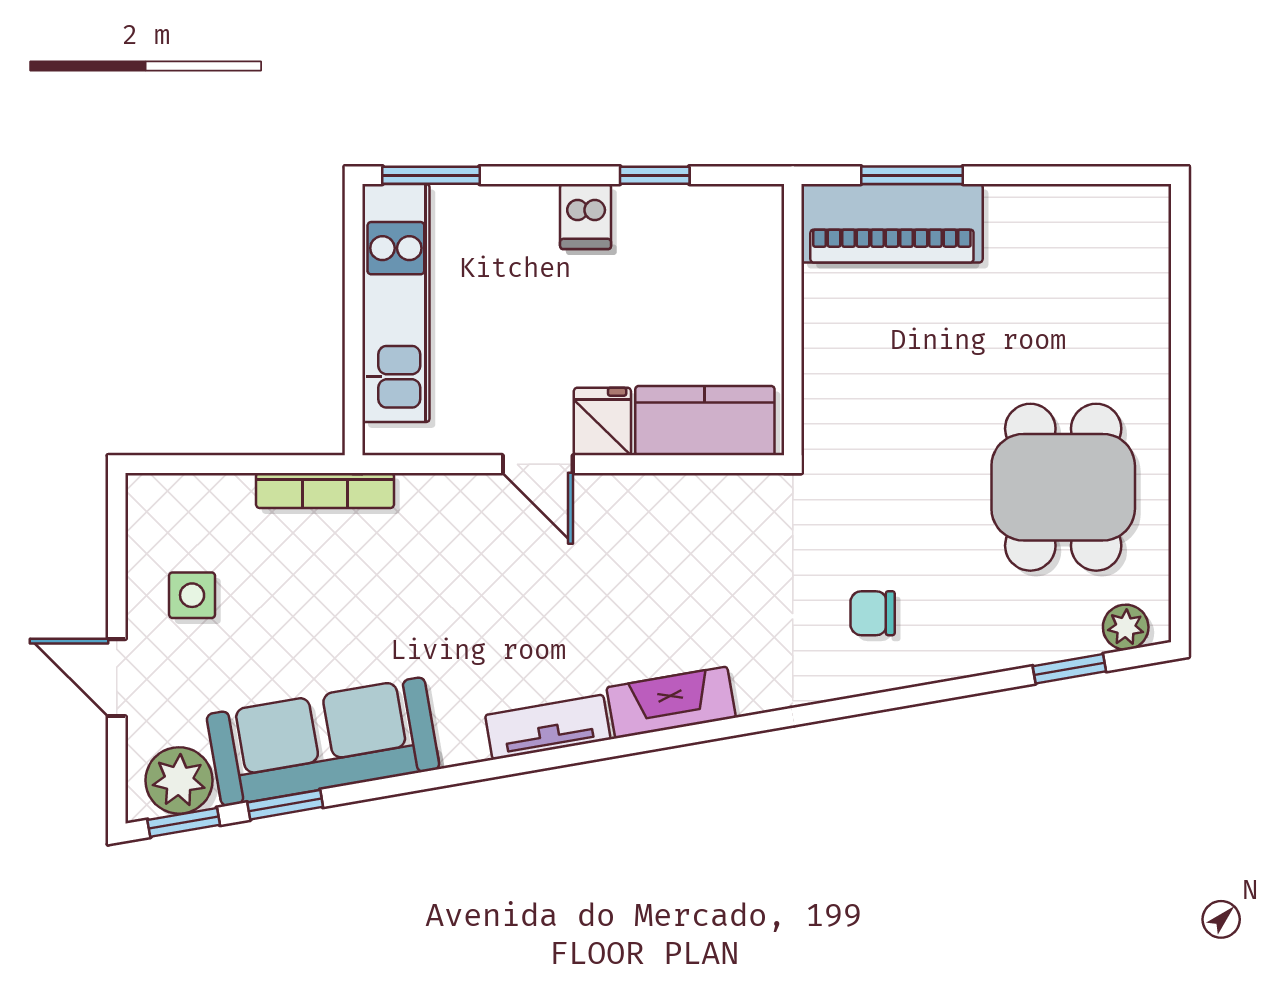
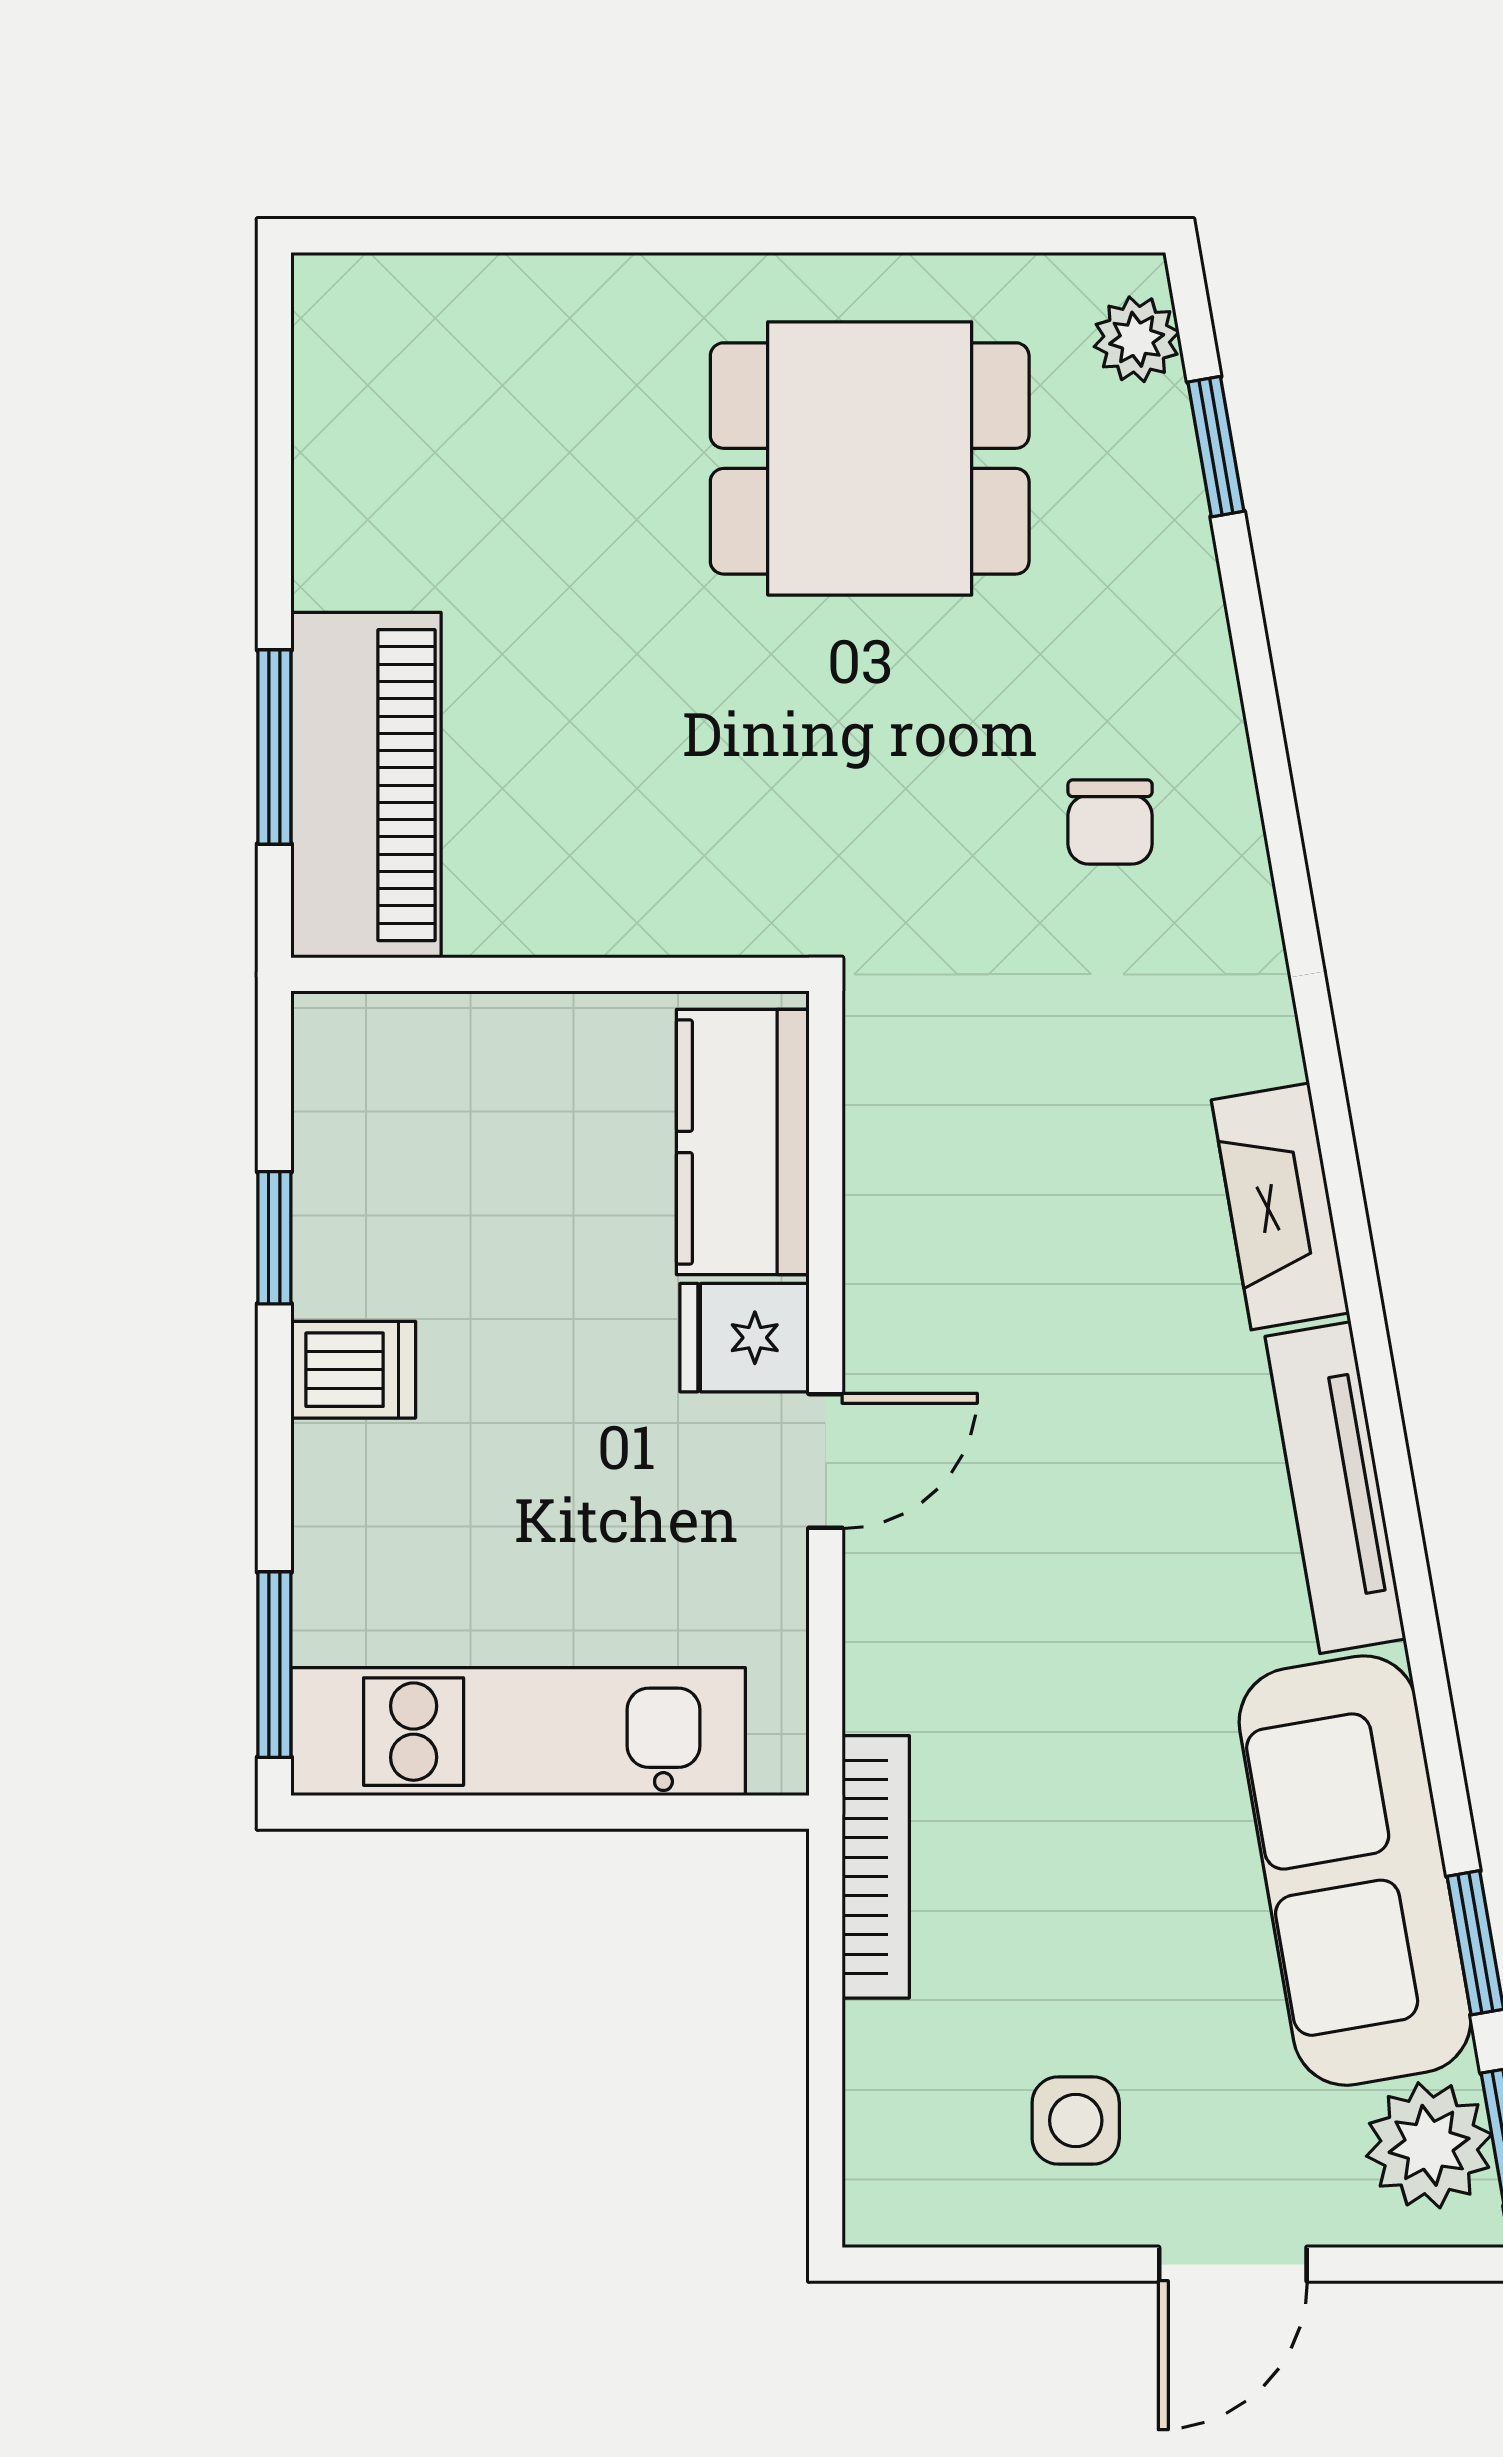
tv unit: (548, 727) -> (1335, 1488), width x1.41

